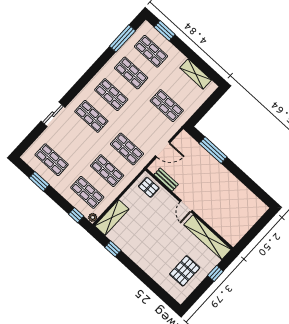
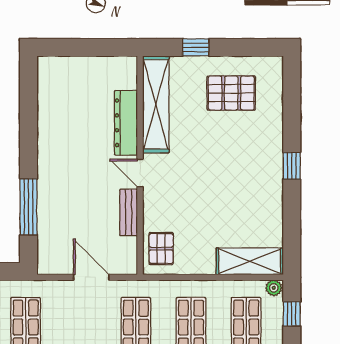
bench: (166, 180) -> (129, 212), moved
door: (186, 206) -> (140, 173), swing flipped
dresser: (211, 219) -> (126, 123), added
window: (113, 249) -> (292, 166), moved

